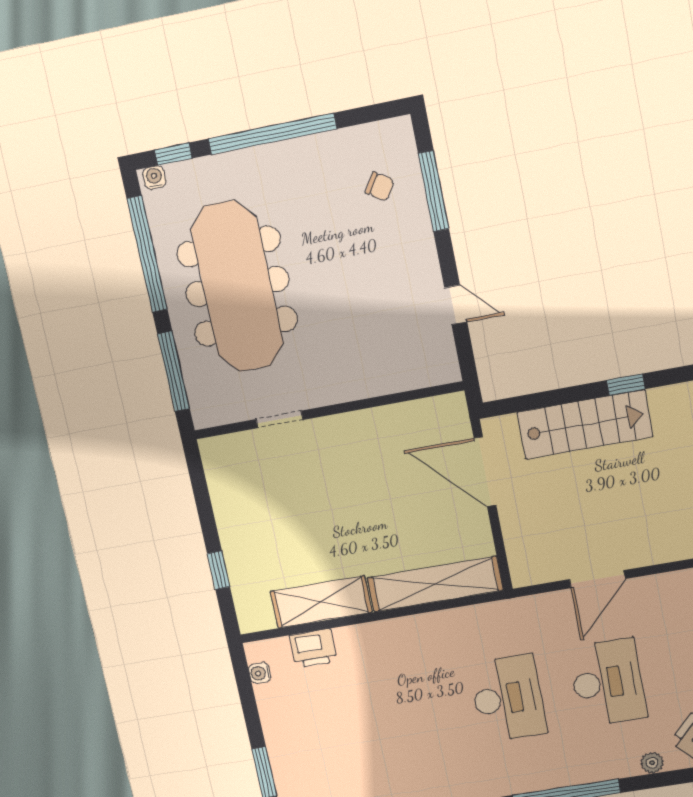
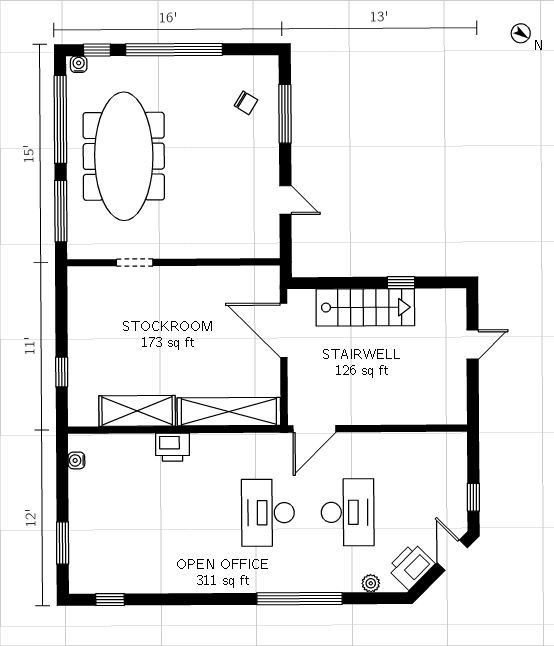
door: (597, 579) -> (314, 429), moved
printer: (313, 648) -> (173, 447), moved
desk: (508, 698) -> (268, 513), turned 180

